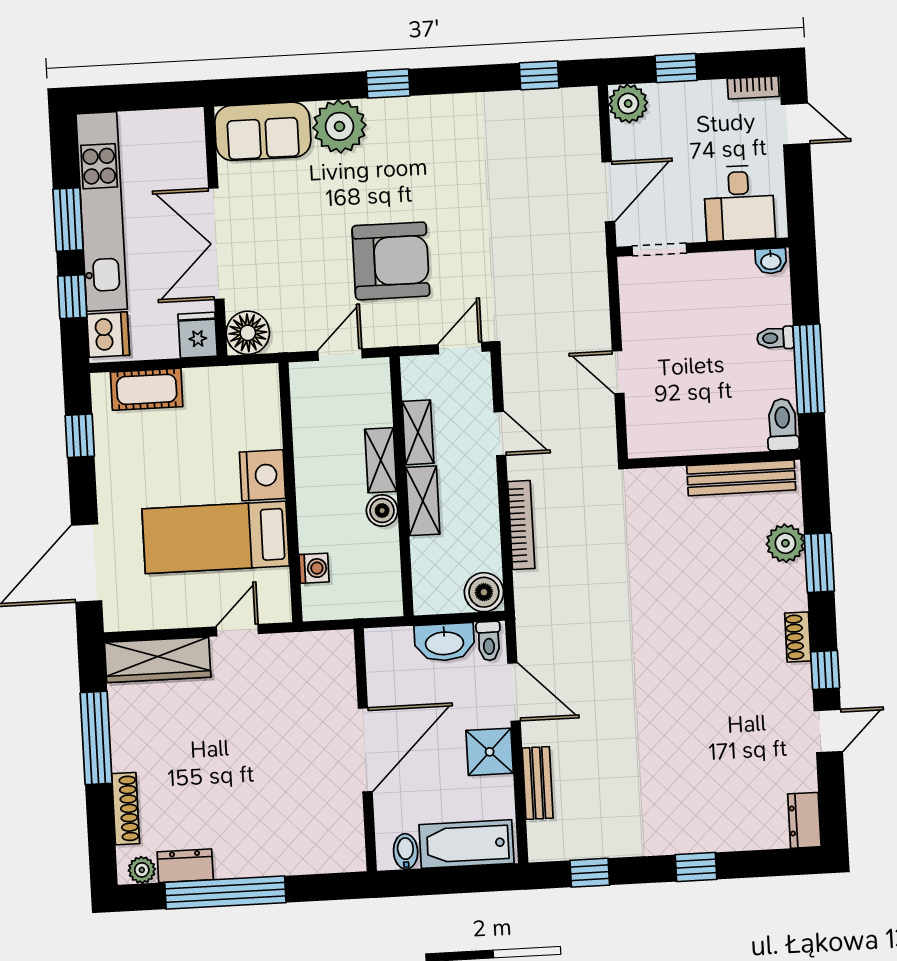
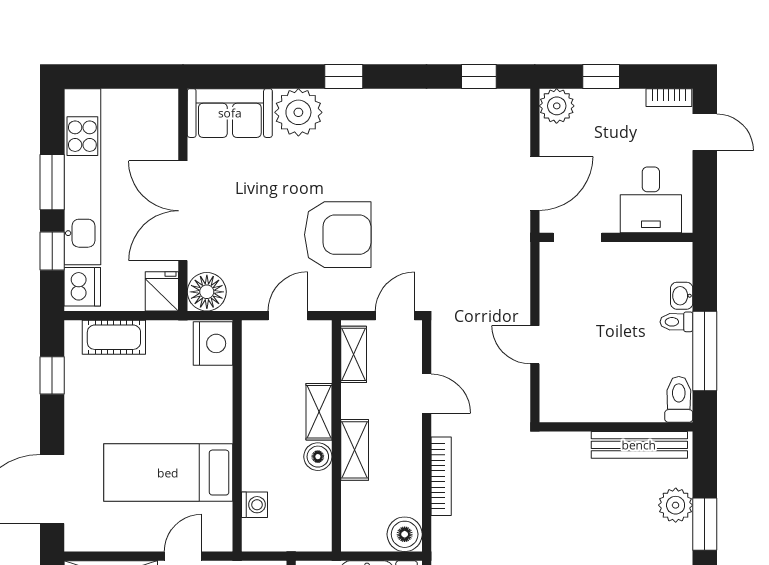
washbasin: (771, 261) -> (682, 296), moved, turned 90
shelving: (418, 432) -> (354, 354), moved
nightstand: (263, 475) -> (213, 343), moved

